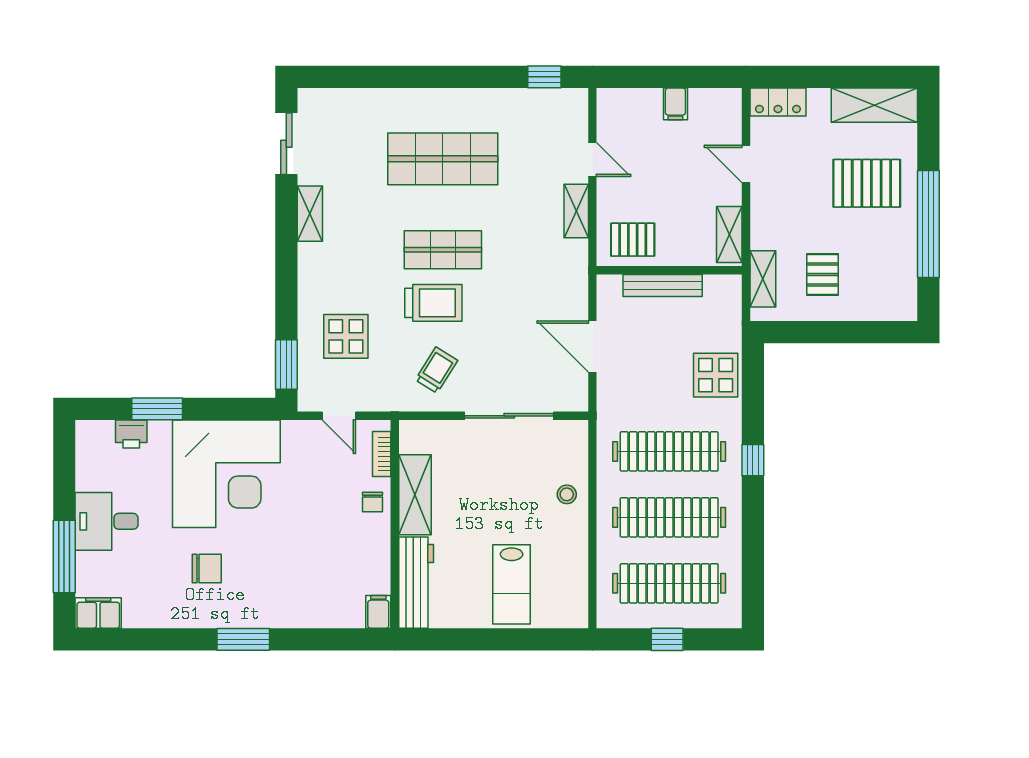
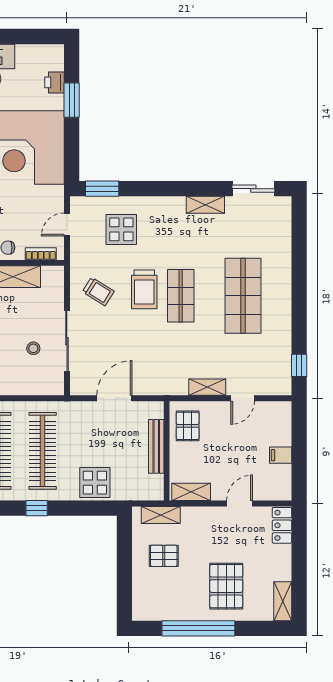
shelving: (874, 105) -> (283, 601), width x0.67, depth x0.75
stool: (567, 494) -> (33, 348), moved

